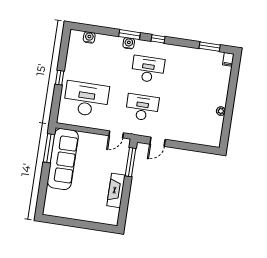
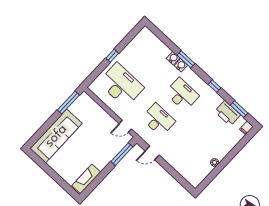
water cooler: (89, 37) -> (173, 58), moved
window: (158, 39) -> (214, 86), moved
printer: (202, 58) -> (227, 113), added
sofa: (63, 159) -> (56, 136), moved
fireplace: (116, 190) -> (86, 179), moved

